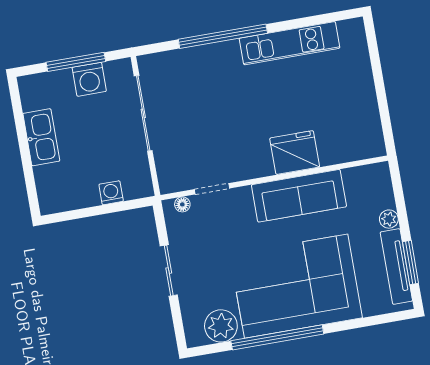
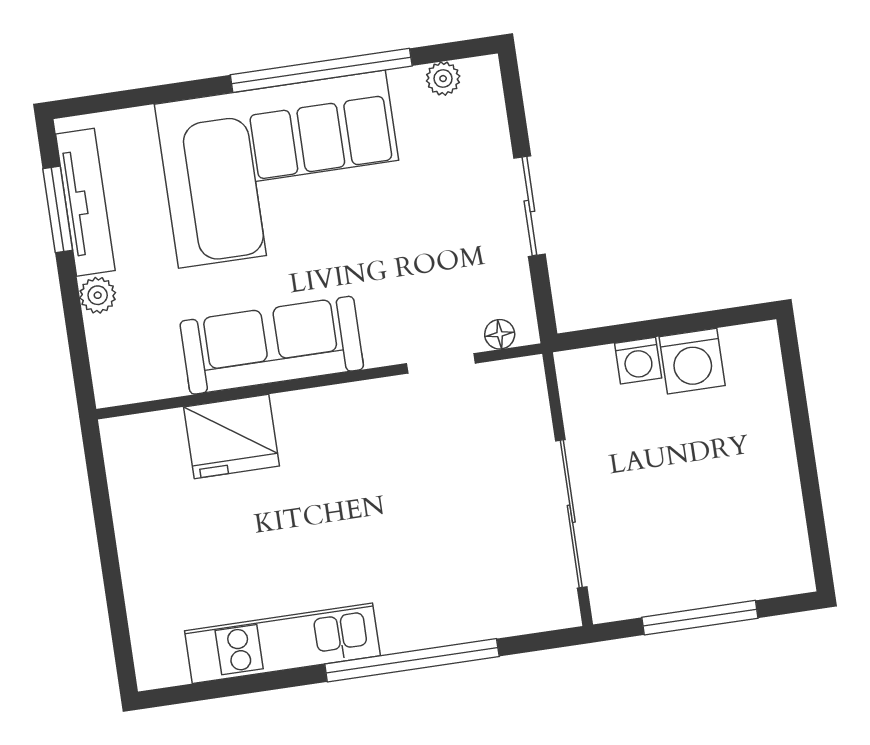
washing machine: (89, 79) -> (692, 361), moved, turned 180
kitchen sink: (41, 137) -> (771, 472), removed
fridge: (295, 153) -> (231, 436), moved
plant: (221, 326) -> (443, 79), width x0.53, depth x0.53

